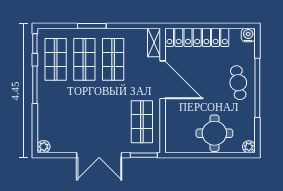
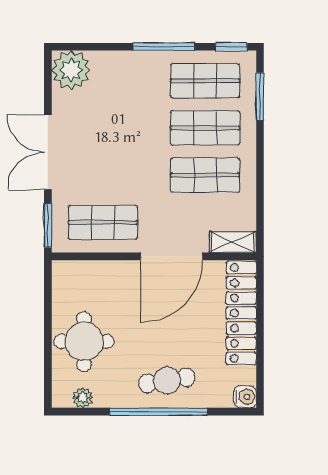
window: (92, 26) -> (260, 96), moved
plant: (44, 147) -> (71, 70), width x1.88, depth x1.88
plant: (249, 147) -> (83, 398), moved

